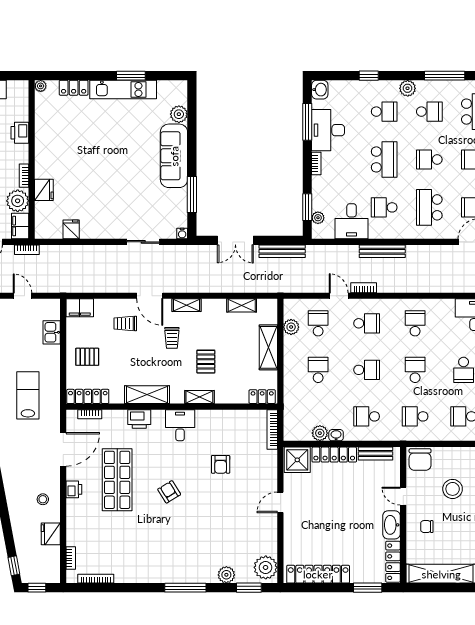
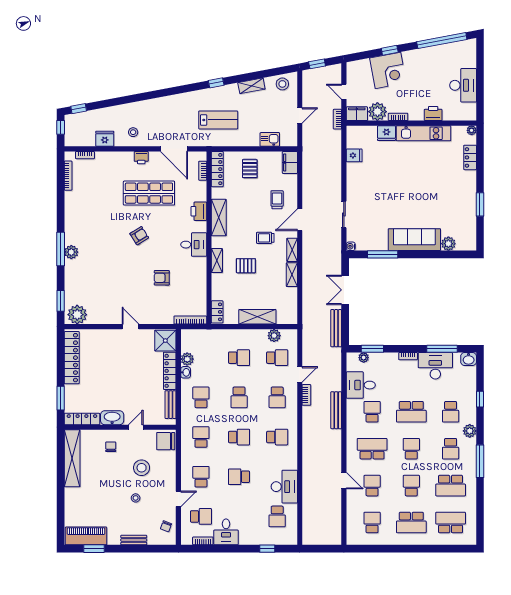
kitchen unit: (123, 90) -> (423, 133), moved, turned -90
shelving: (242, 305) -> (292, 275), moved
plant: (226, 575) -> (71, 252), moved

